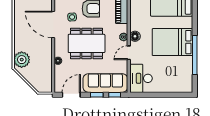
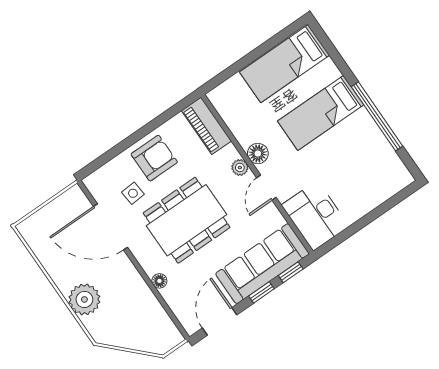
bed: (172, 42) -> (321, 113), width x0.67
plant: (22, 60) -> (84, 299), moved

